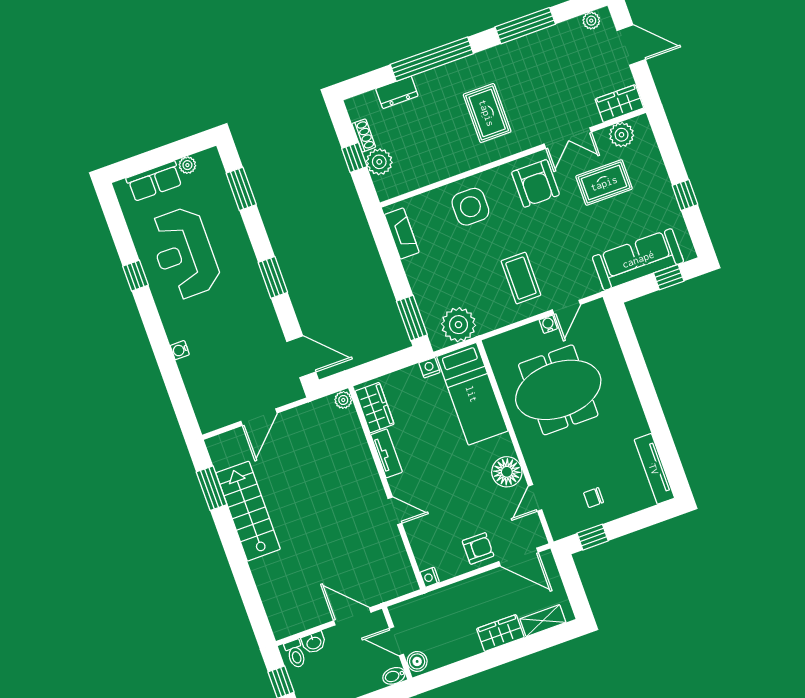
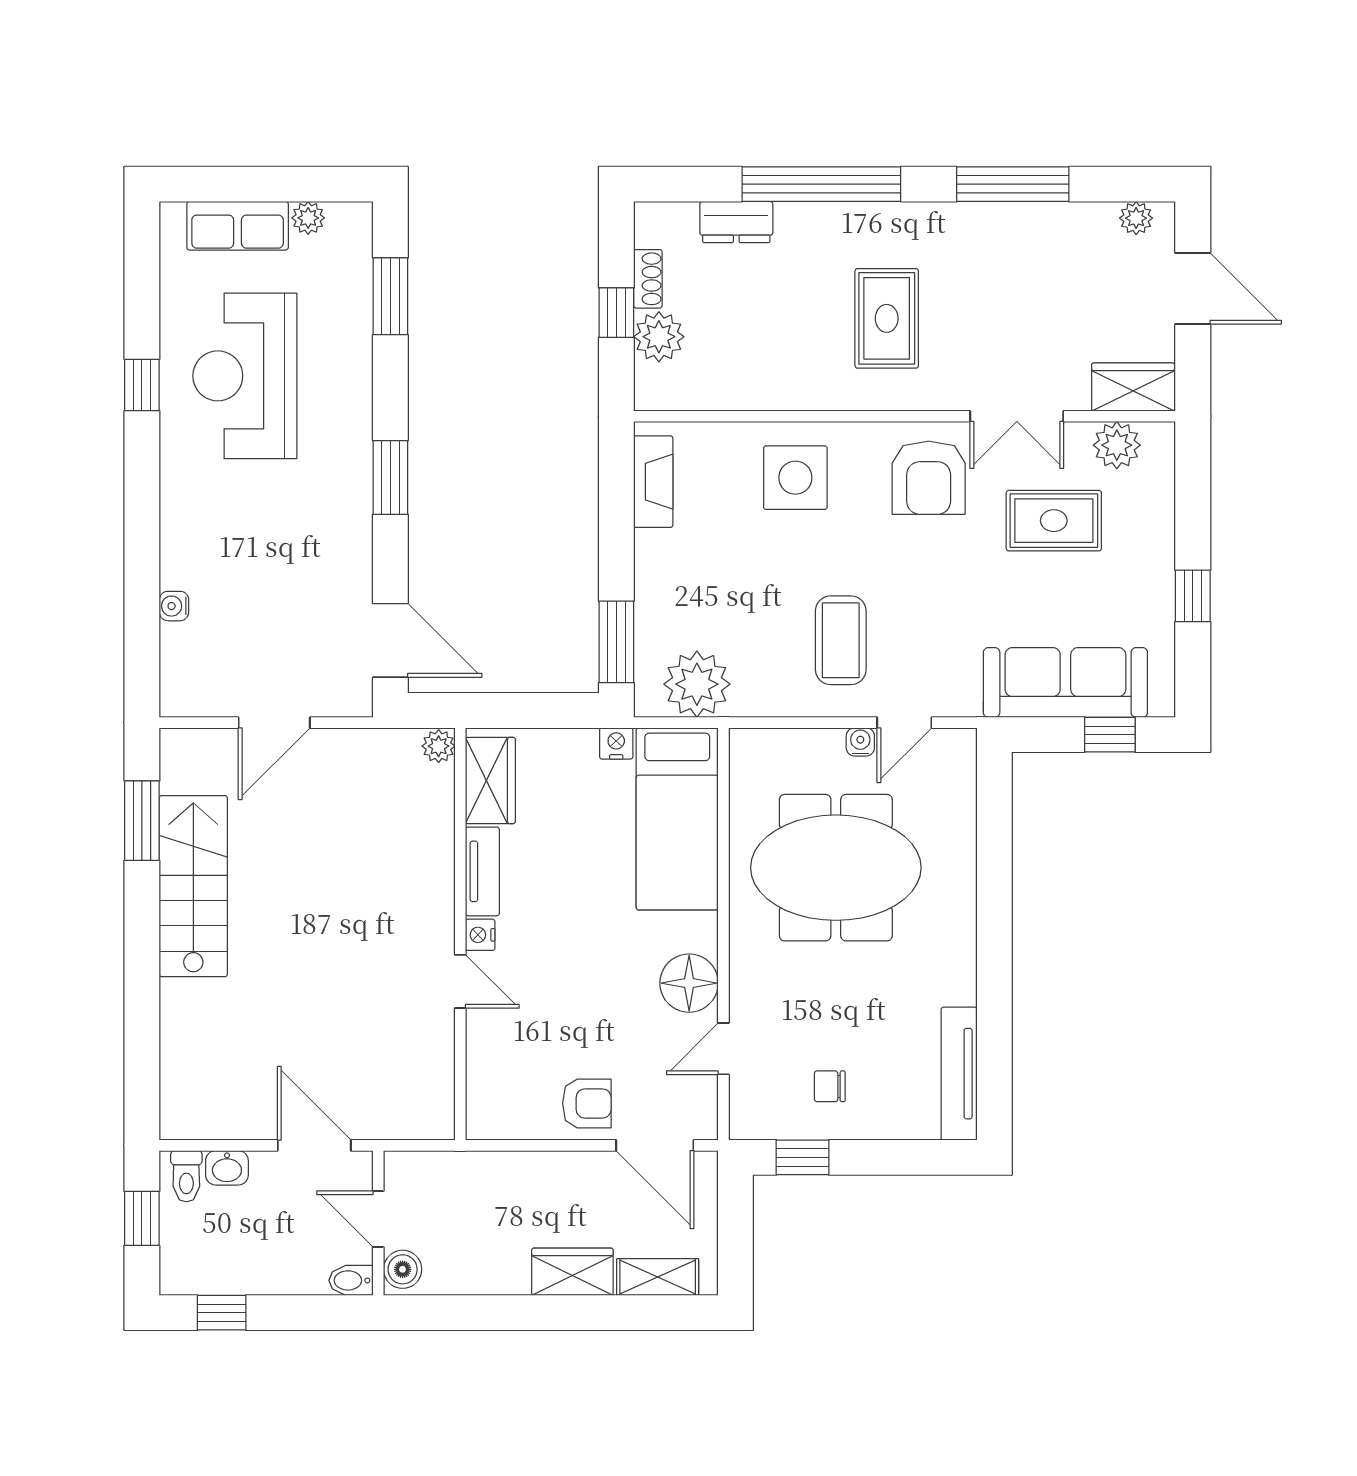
water cooler: (180, 350) -> (174, 606), moved
nightstand: (430, 577) -> (480, 935), moved

